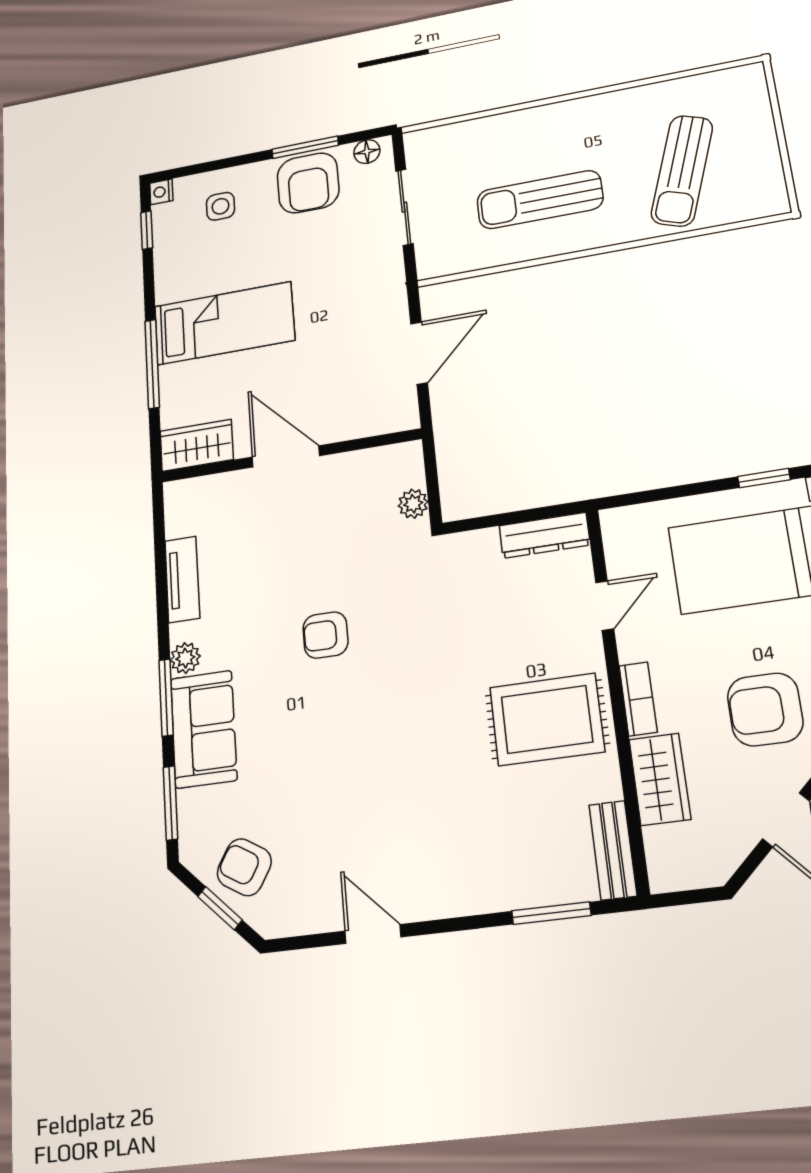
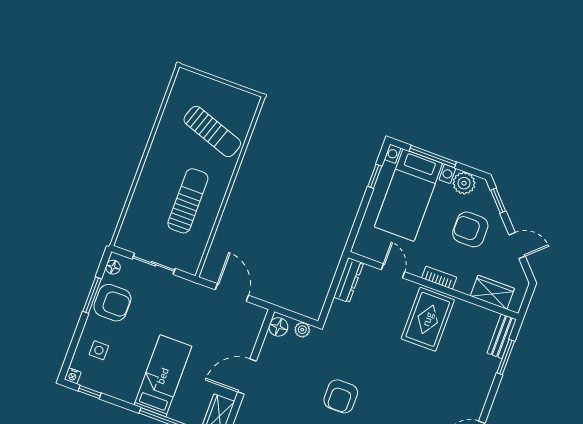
sun lounger: (540, 200) -> (188, 201), turned 180
floor lamp: (398, 461) -> (278, 327), added
armchair: (325, 635) -> (341, 396), width x1.38, depth x1.38
armchair: (765, 709) -> (470, 229), turned 90
wardrobe: (660, 779) -> (492, 292), moved
bench: (613, 850) -> (502, 336), moved, turned 90

